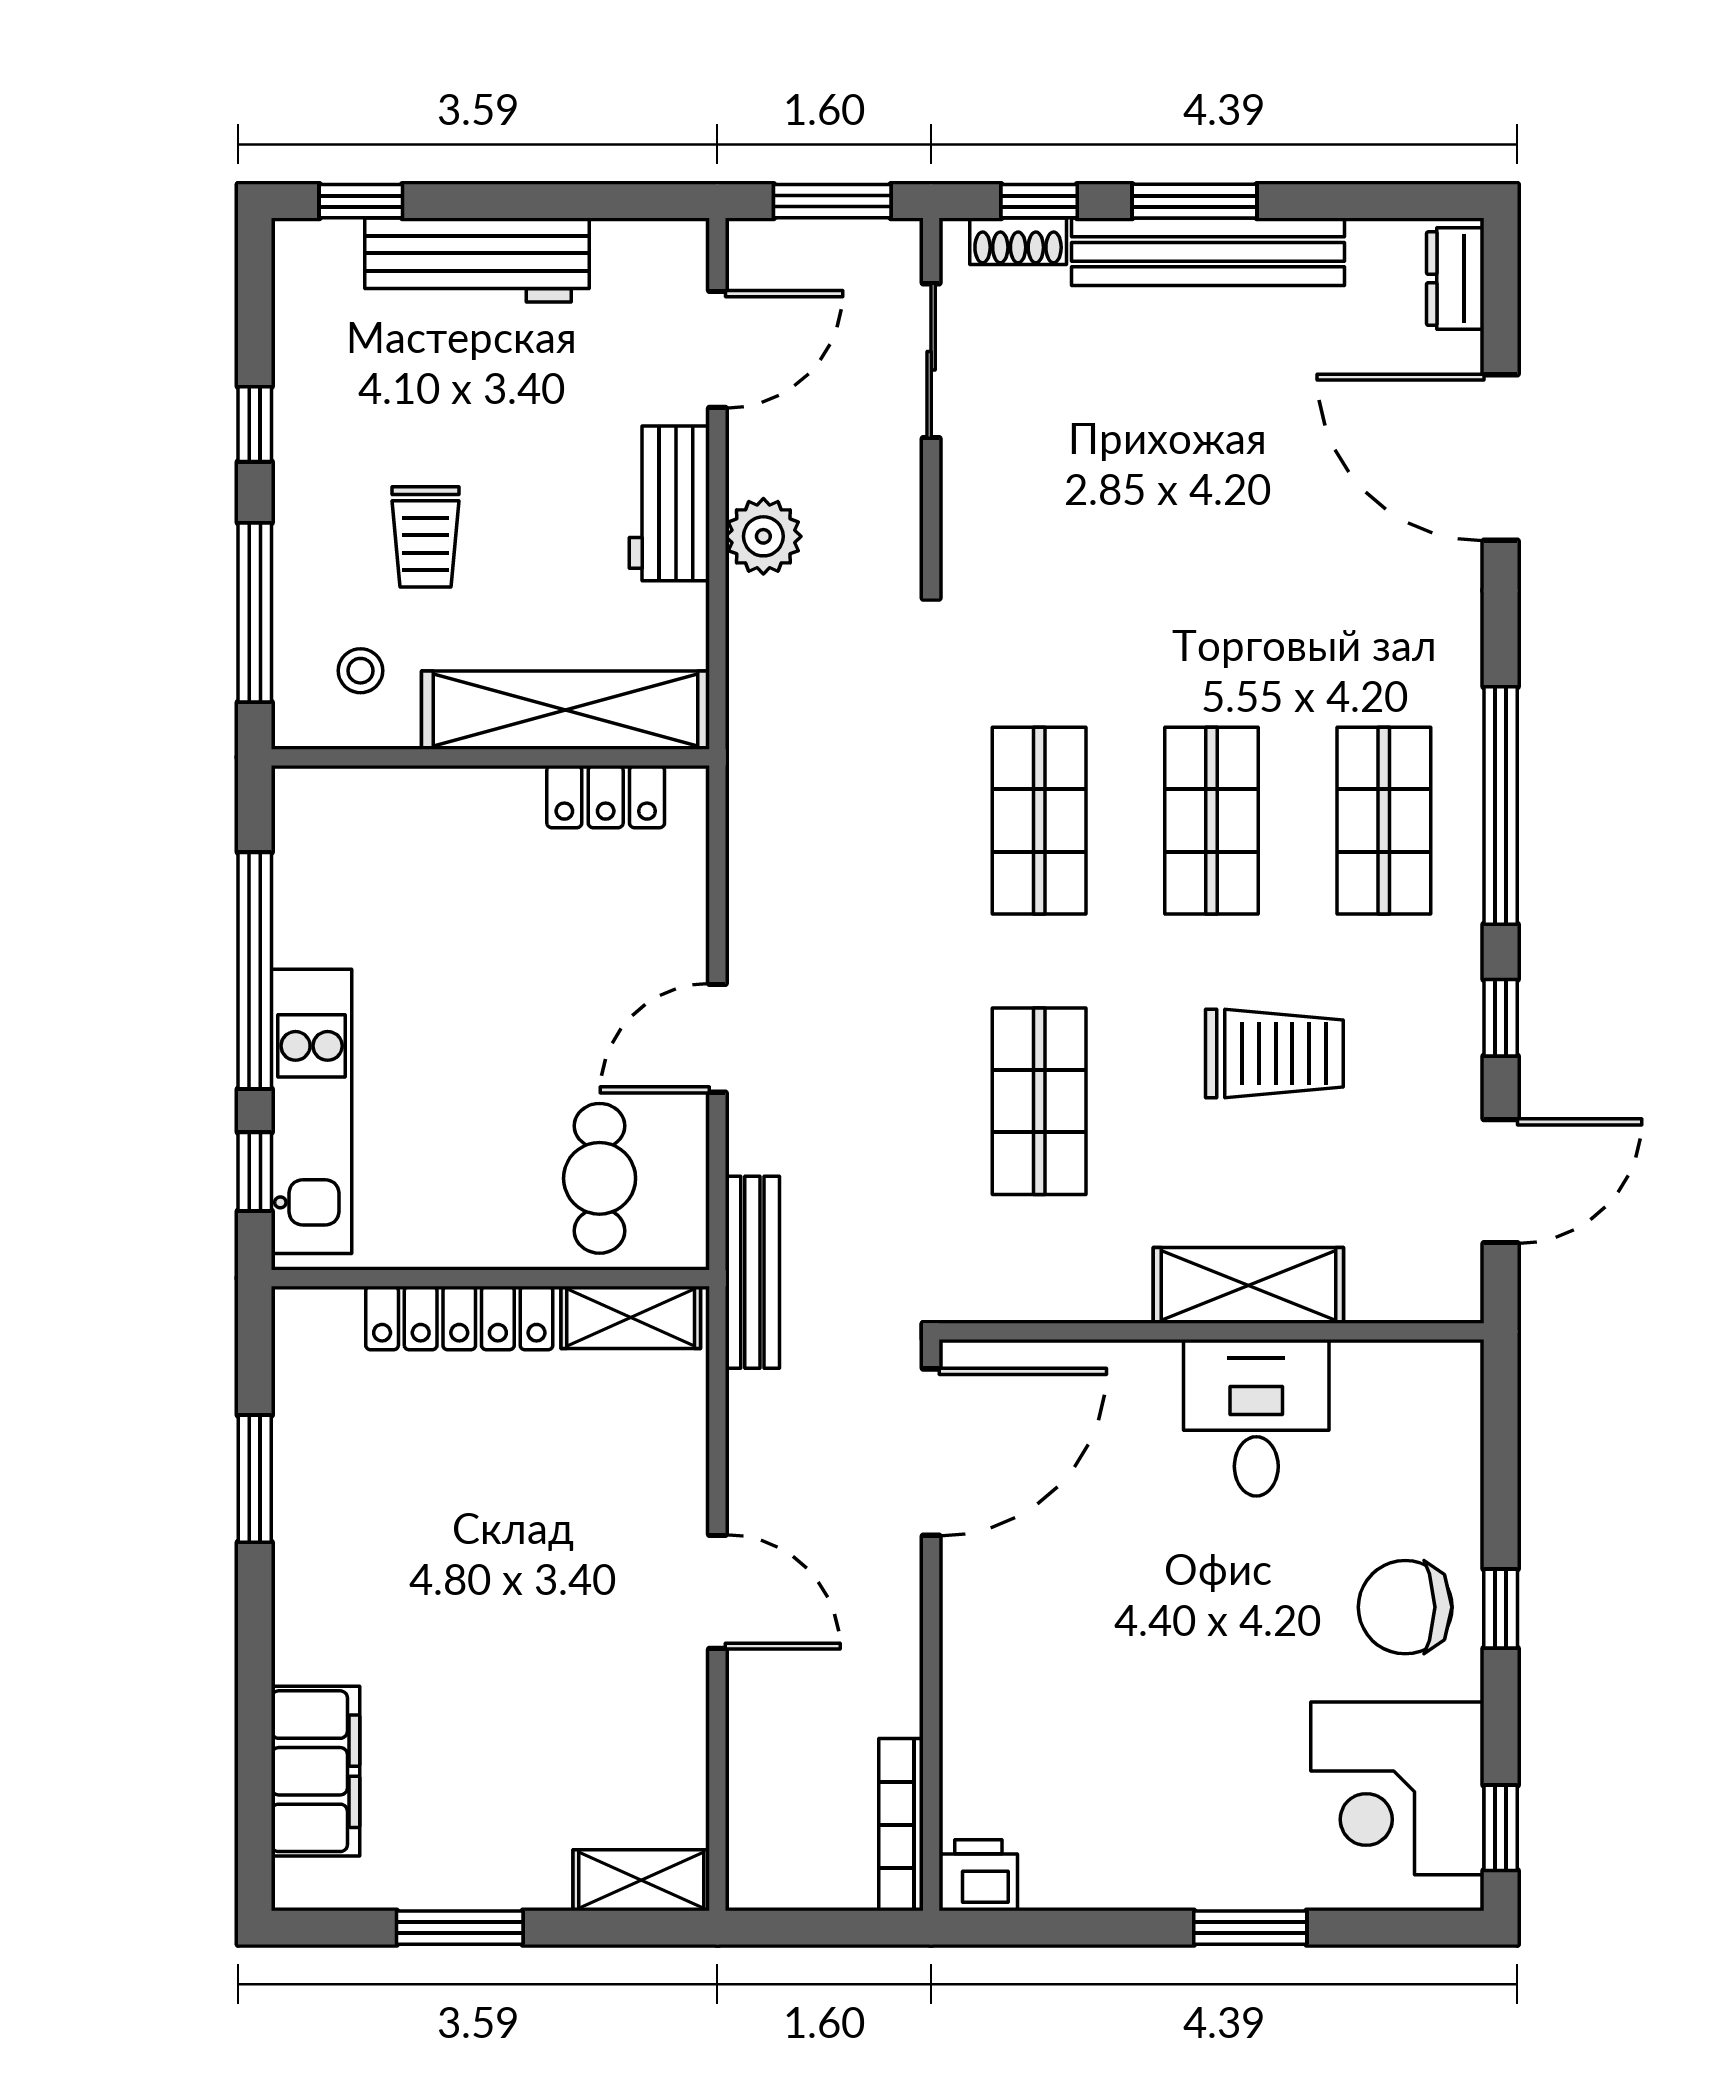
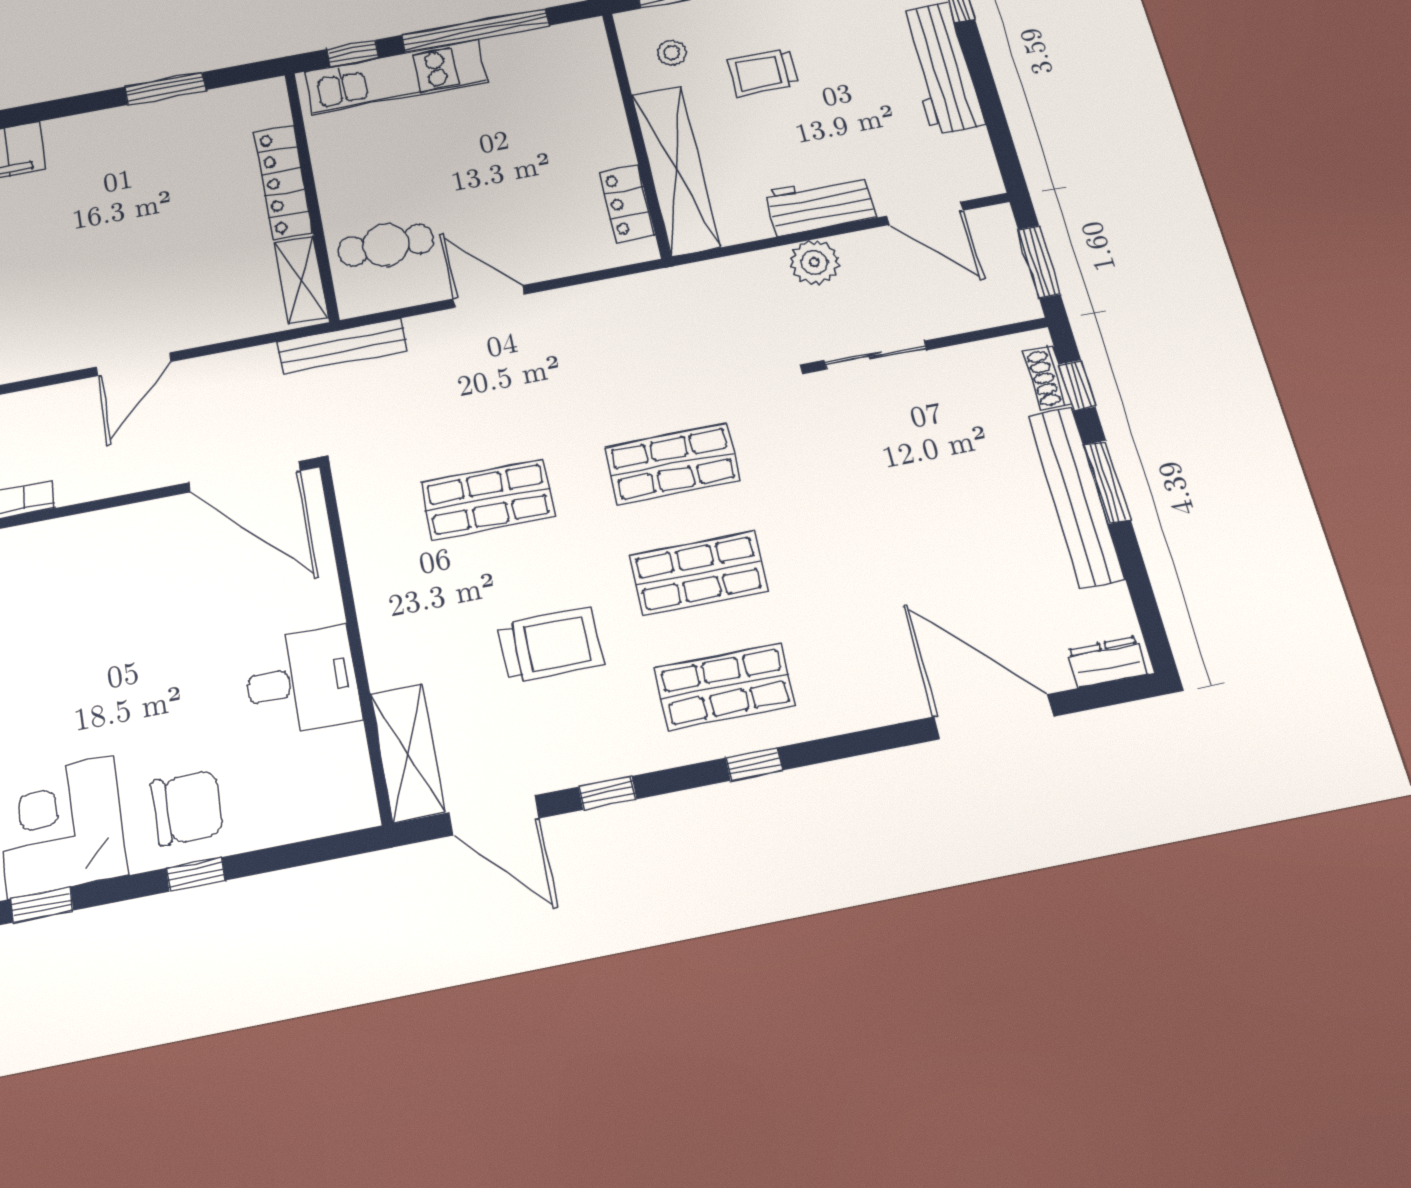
sliding door: (931, 361) -> (875, 355), moved
door: (1501, 458) -> (994, 717), hinge flipped
window: (1501, 805) -> (754, 764), width x0.32
trolley: (1274, 1053) -> (551, 645), turned -90
shelving: (1248, 1285) -> (407, 753), moved
chair: (1405, 1607) -> (187, 807), turned 90

